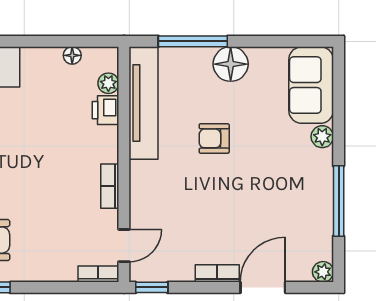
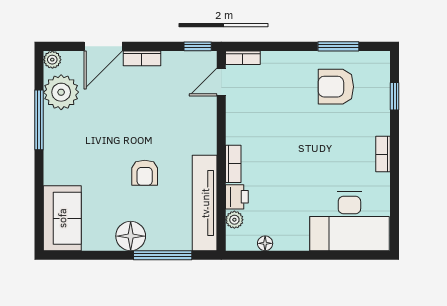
plant: (322, 137) -> (61, 92), moved, width x1.88, depth x1.88
armchair: (214, 138) -> (145, 173), turned 90
bookcase: (110, 186) -> (233, 164), moved

